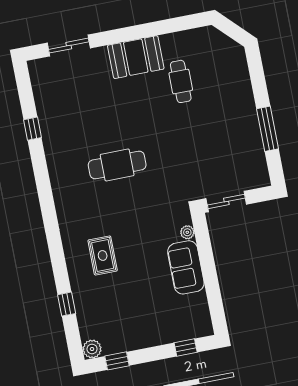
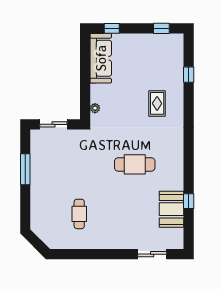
booth: (136, 57) -> (172, 209), moved, turned 90
sliding door: (226, 201) -> (53, 124), moved
sofa: (186, 267) -> (101, 58), moved, width x1.36
plant: (92, 349) -> (177, 40), removed

